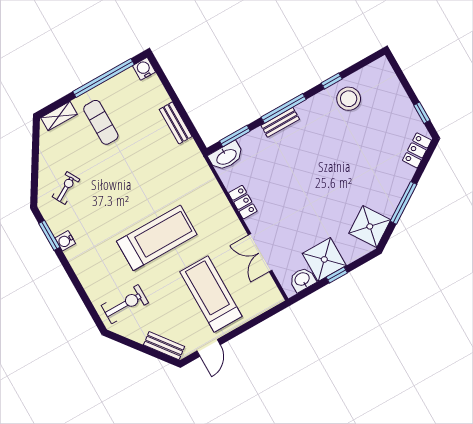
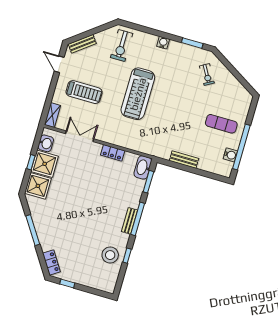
water cooler: (144, 69) -> (230, 155), moved
shelving: (59, 116) -> (52, 115), moved
bench: (280, 122) -> (130, 221), moved
shower: (370, 226) -> (38, 186), moved, turned 33
water cooler: (65, 241) -> (163, 43), moved
treadmill: (211, 294) -> (84, 92), width x0.73, depth x0.73

